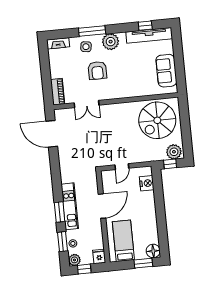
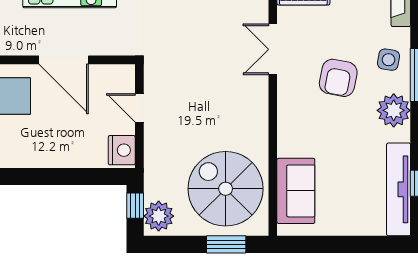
armchair: (97, 70) -> (338, 78), turned -79
sofa: (166, 71) -> (296, 191), moved, turned 90
window: (185, 117) -> (226, 244), added
nightstand: (147, 183) -> (122, 150), moved, turned -90

